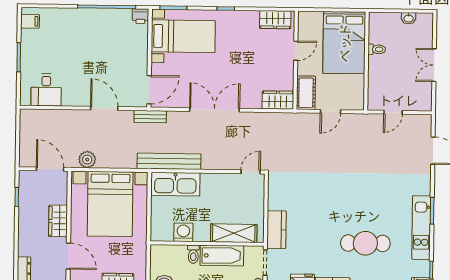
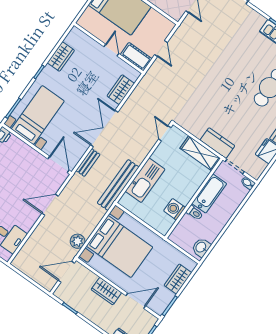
wardrobe: (275, 20) -> (61, 57), moved
door: (296, 51) -> (111, 50), moved
wardrobe: (278, 100) -> (121, 90), moved
bench: (150, 117) -> (88, 163), moved
kitchen sink: (175, 184) -> (145, 180), moved
shelving: (234, 233) -> (200, 153), moved, turned 90

